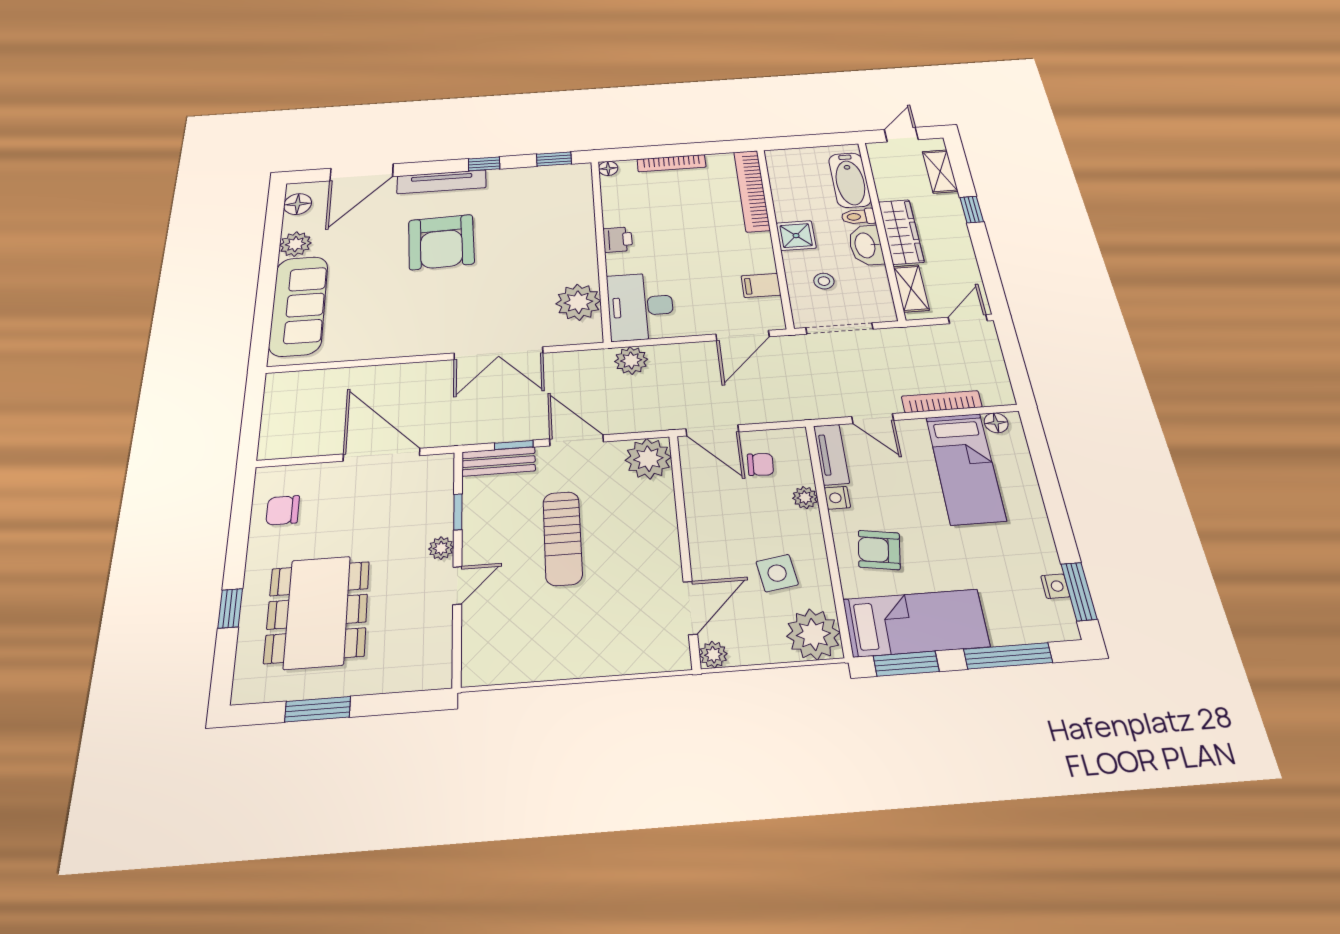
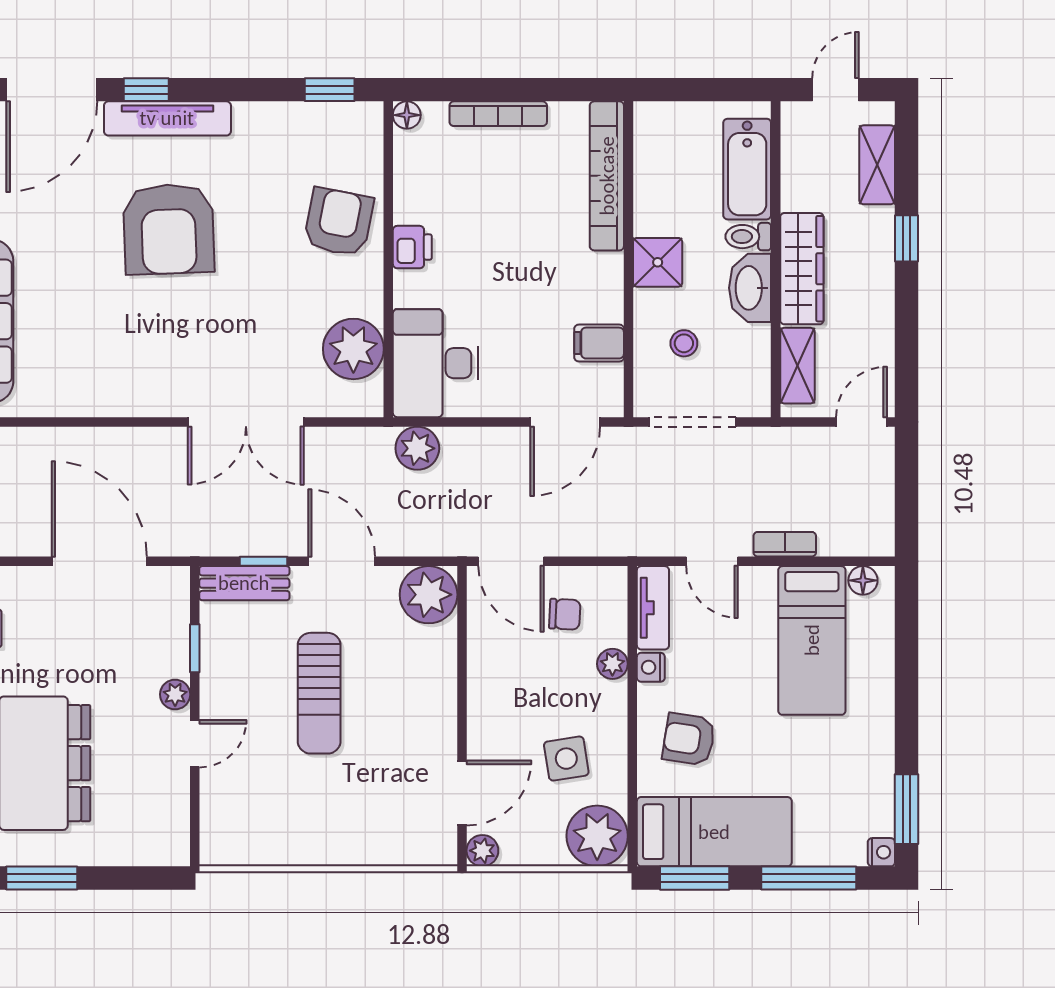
window: (484, 164) -> (146, 90), moved
armchair: (564, 229) -> (339, 222), added
bookcase: (942, 402) -> (785, 544), width x0.64
nightstand: (1055, 586) -> (881, 852), moved

